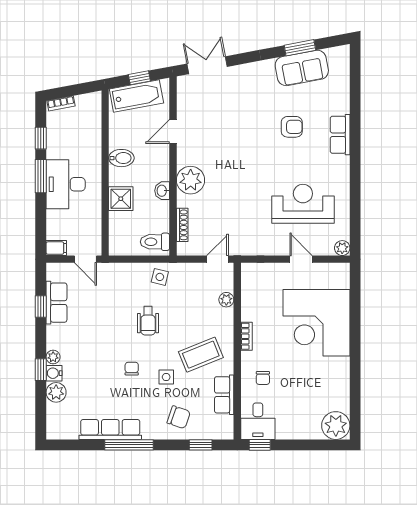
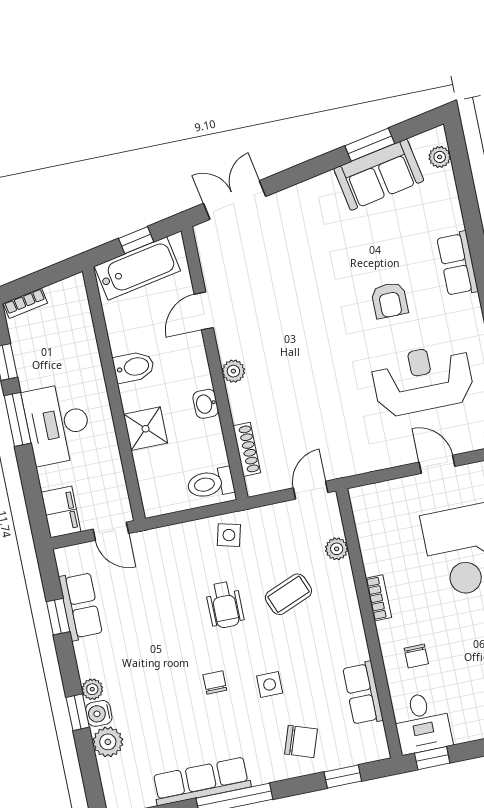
plant: (343, 65) -> (440, 157), added
armchair: (292, 127) -> (390, 300), moved, turned 90
plant: (191, 180) -> (233, 371), width x0.53, depth x0.53
filing cabinet: (56, 248) -> (61, 512), width x2.00
coffee table: (201, 355) -> (288, 594), moved, width x0.73, depth x0.77

